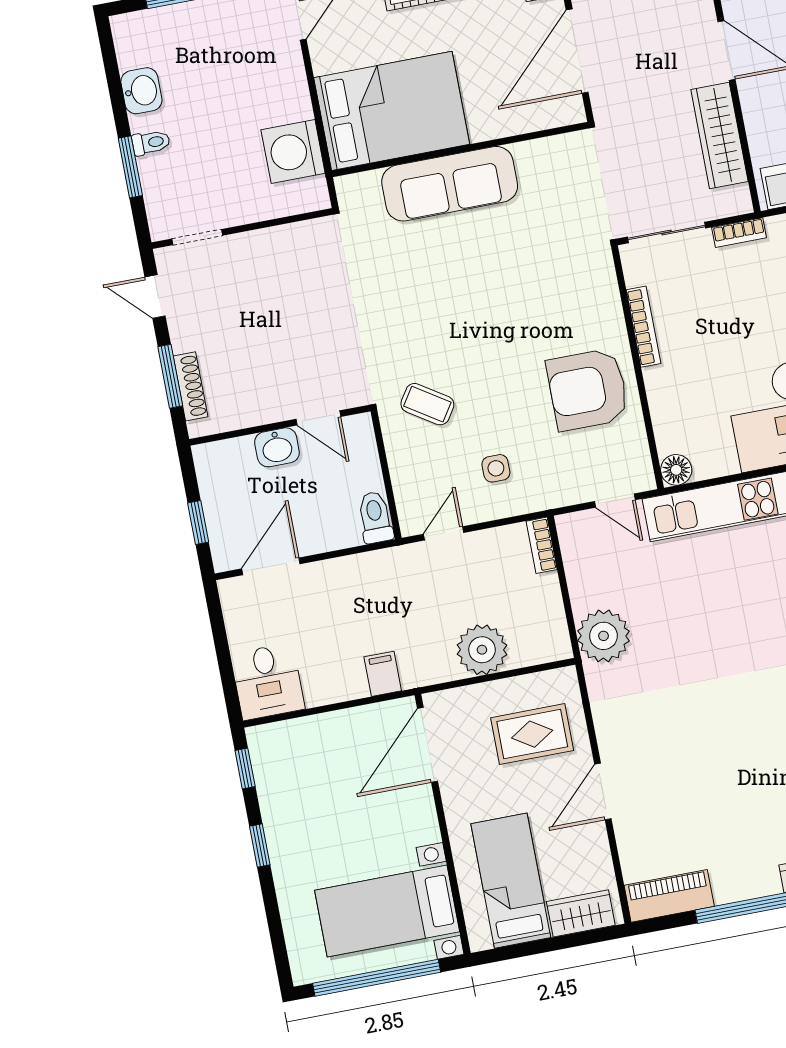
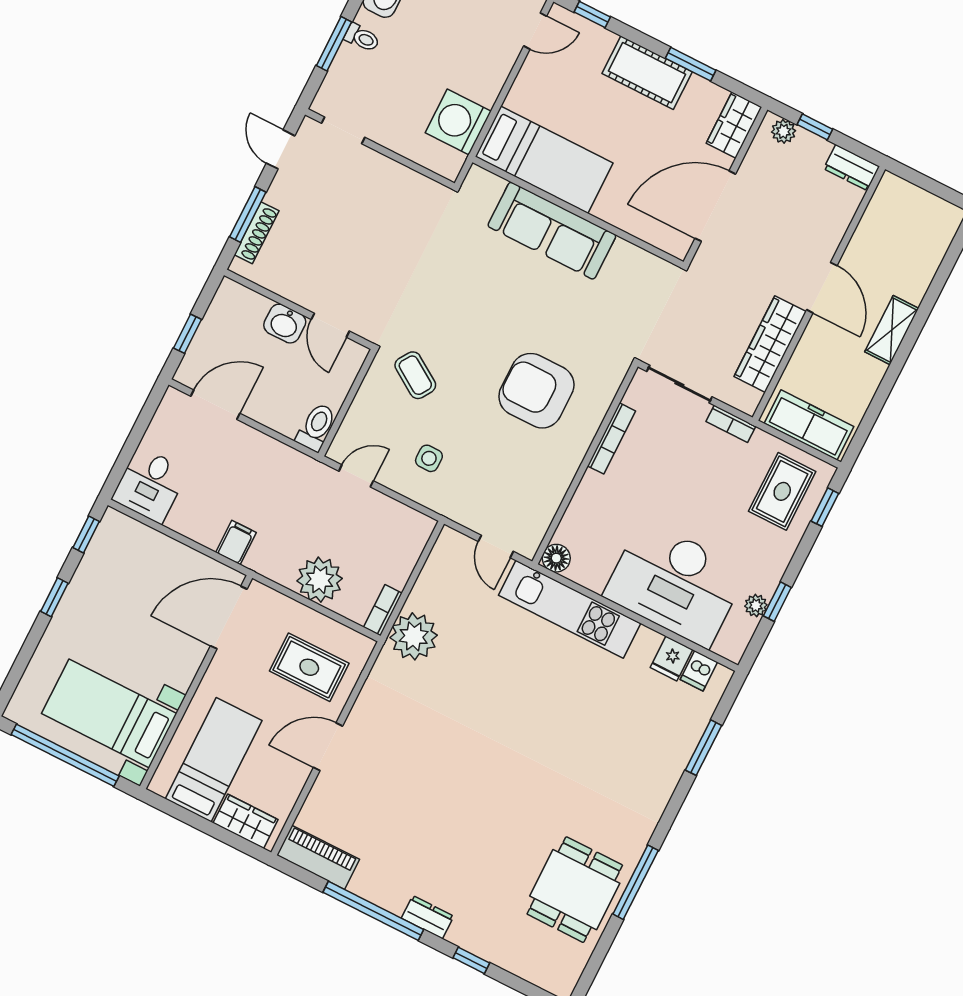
bed: (392, 111) -> (544, 160), width x0.67
armchair: (588, 390) -> (536, 391), moved
bookcase: (542, 545) -> (383, 610), moved

